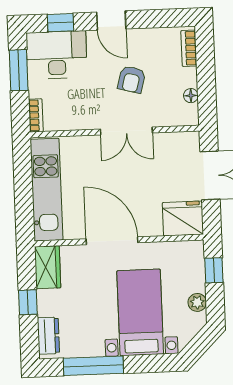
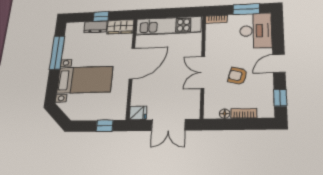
window: (60, 23) -> (280, 98), moved
bookcase: (189, 48) -> (244, 113), moved
fridge: (183, 218) -> (138, 113), width x0.53, depth x0.75
plant: (197, 302) -> (85, 115), removed
dresser: (48, 336) -> (95, 27), moved

